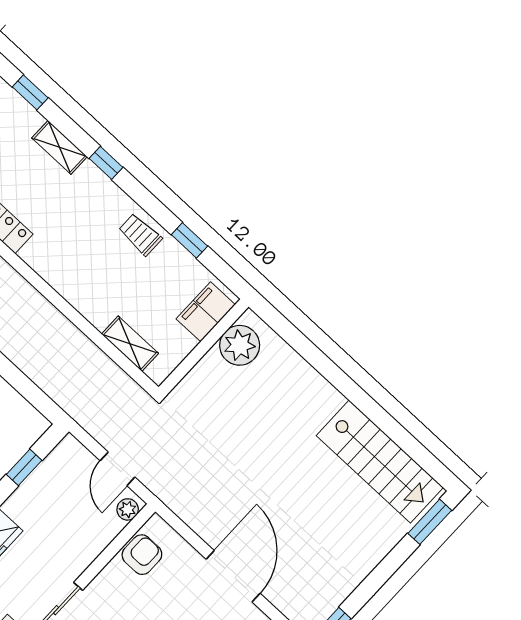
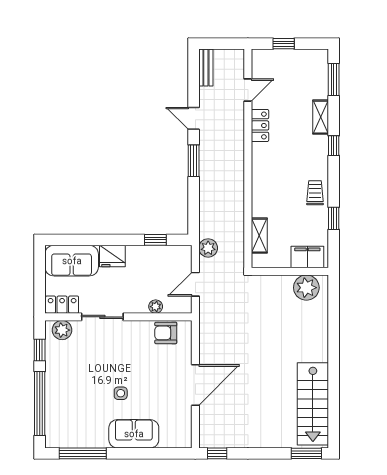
window: (30, 92) -> (334, 79), width x1.50
plant: (90, 416) -> (208, 248), added
plant: (128, 509) -> (156, 307), moved
armchair: (142, 555) -> (166, 333), turned 180

